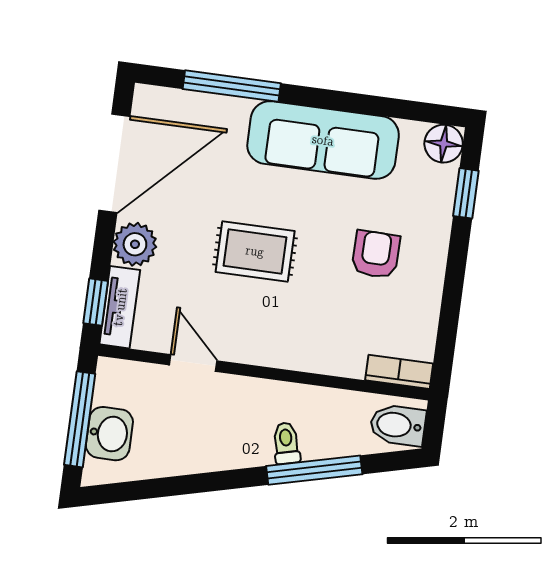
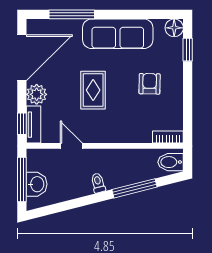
rug: (255, 251) -> (93, 90), turned 90
toilet: (286, 443) -> (98, 183), moved

